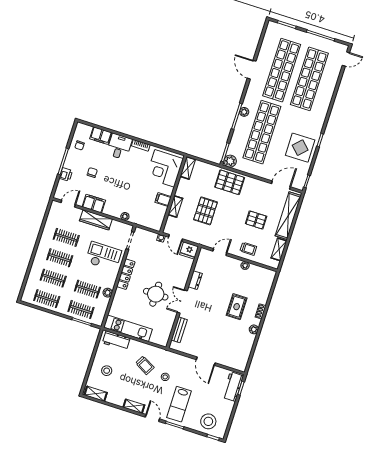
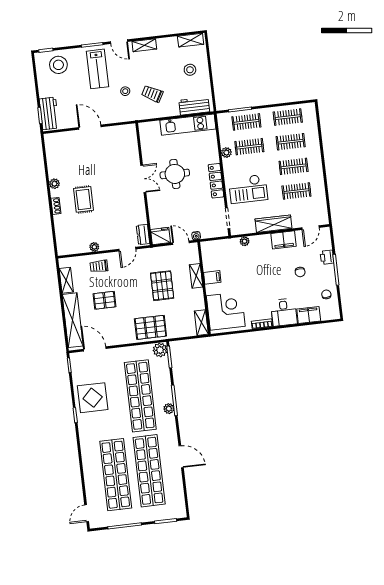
door: (281, 185) -> (95, 349), swing flipped
dresser: (195, 280) -> (143, 234), moved
bench: (179, 330) -> (133, 148), removed
lab bench: (179, 404) -> (98, 69), turned 180

